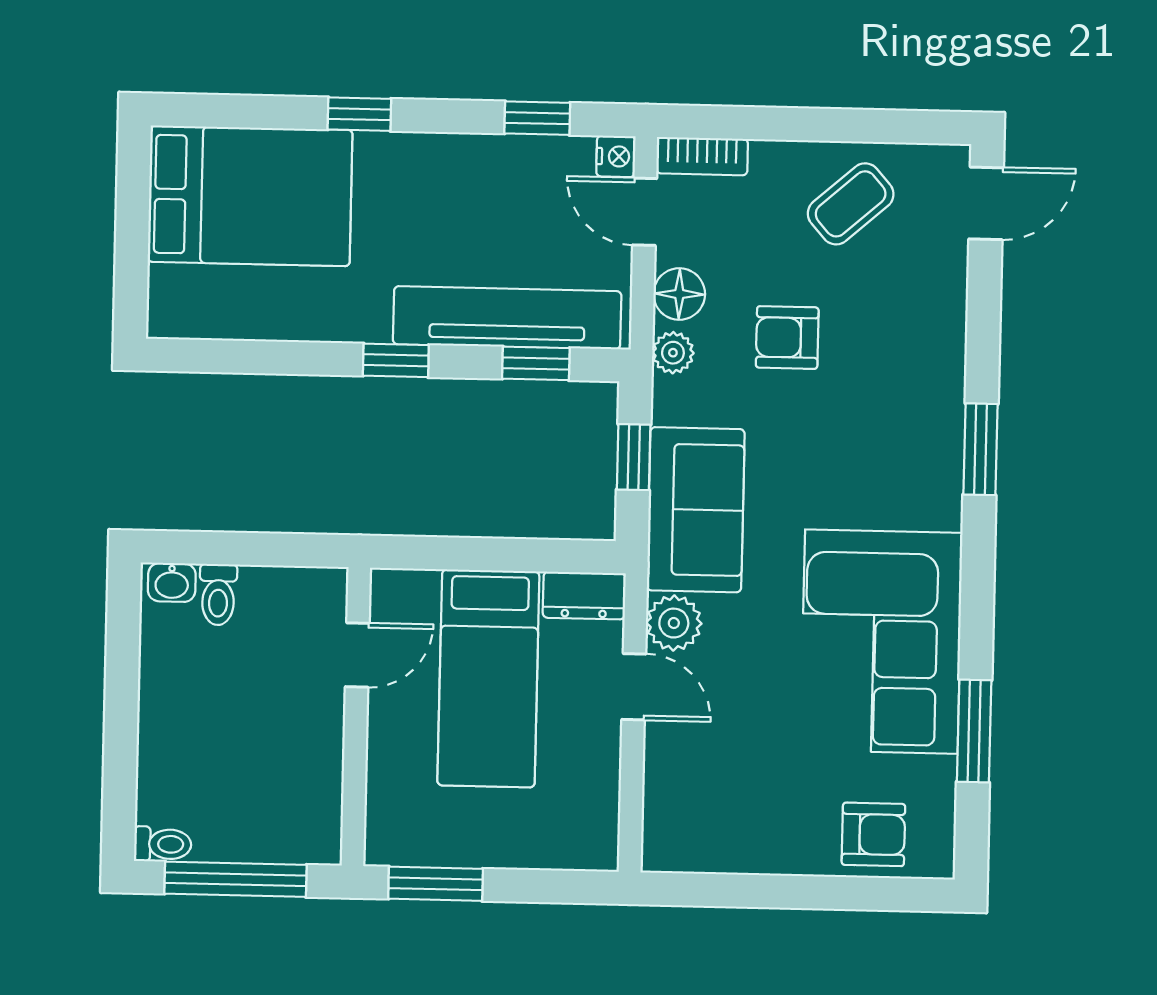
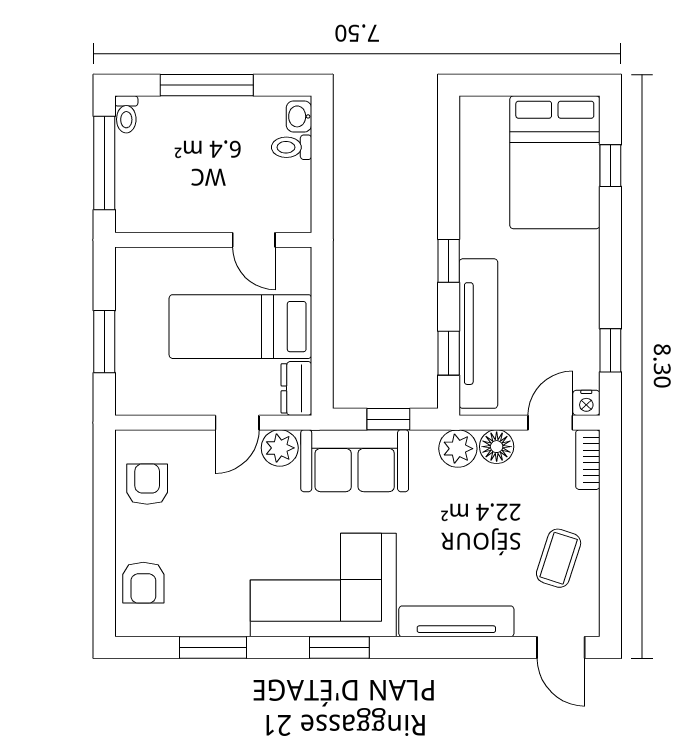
window: (359, 114) -> (610, 166), moved
coffee table: (851, 204) -> (559, 558), turned 59
armchair: (787, 338) -> (147, 484), moved
plant: (673, 353) -> (458, 449), width x1.38, depth x1.38
tv unit: (943, 361) -> (456, 621), added
window: (981, 449) -> (339, 647), moved
corner sofa: (881, 642) -> (323, 585), moved
window: (121, 721) -> (207, 85), added
window: (436, 884) -> (104, 342), moved

